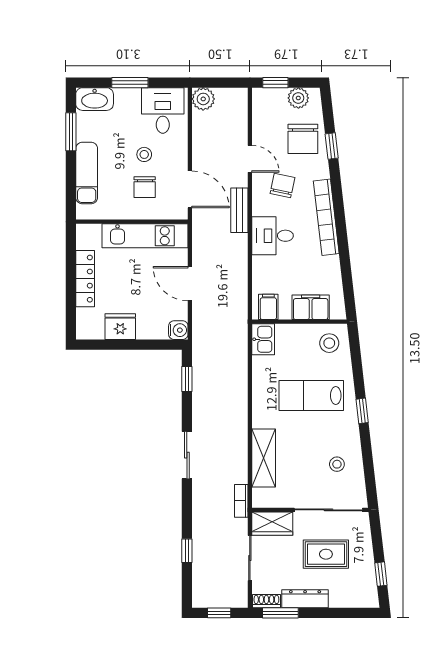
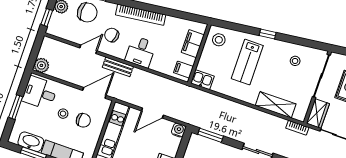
washbasin: (95, 99) -> (31, 142), moved, turned -90
window: (187, 379) -> (211, 135), width x1.50

